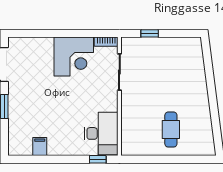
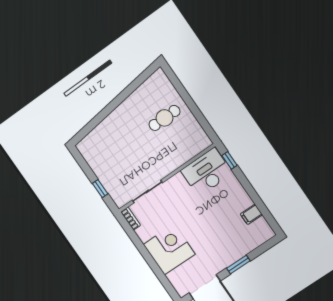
corner desk: (74, 57) -> (169, 249), moved

